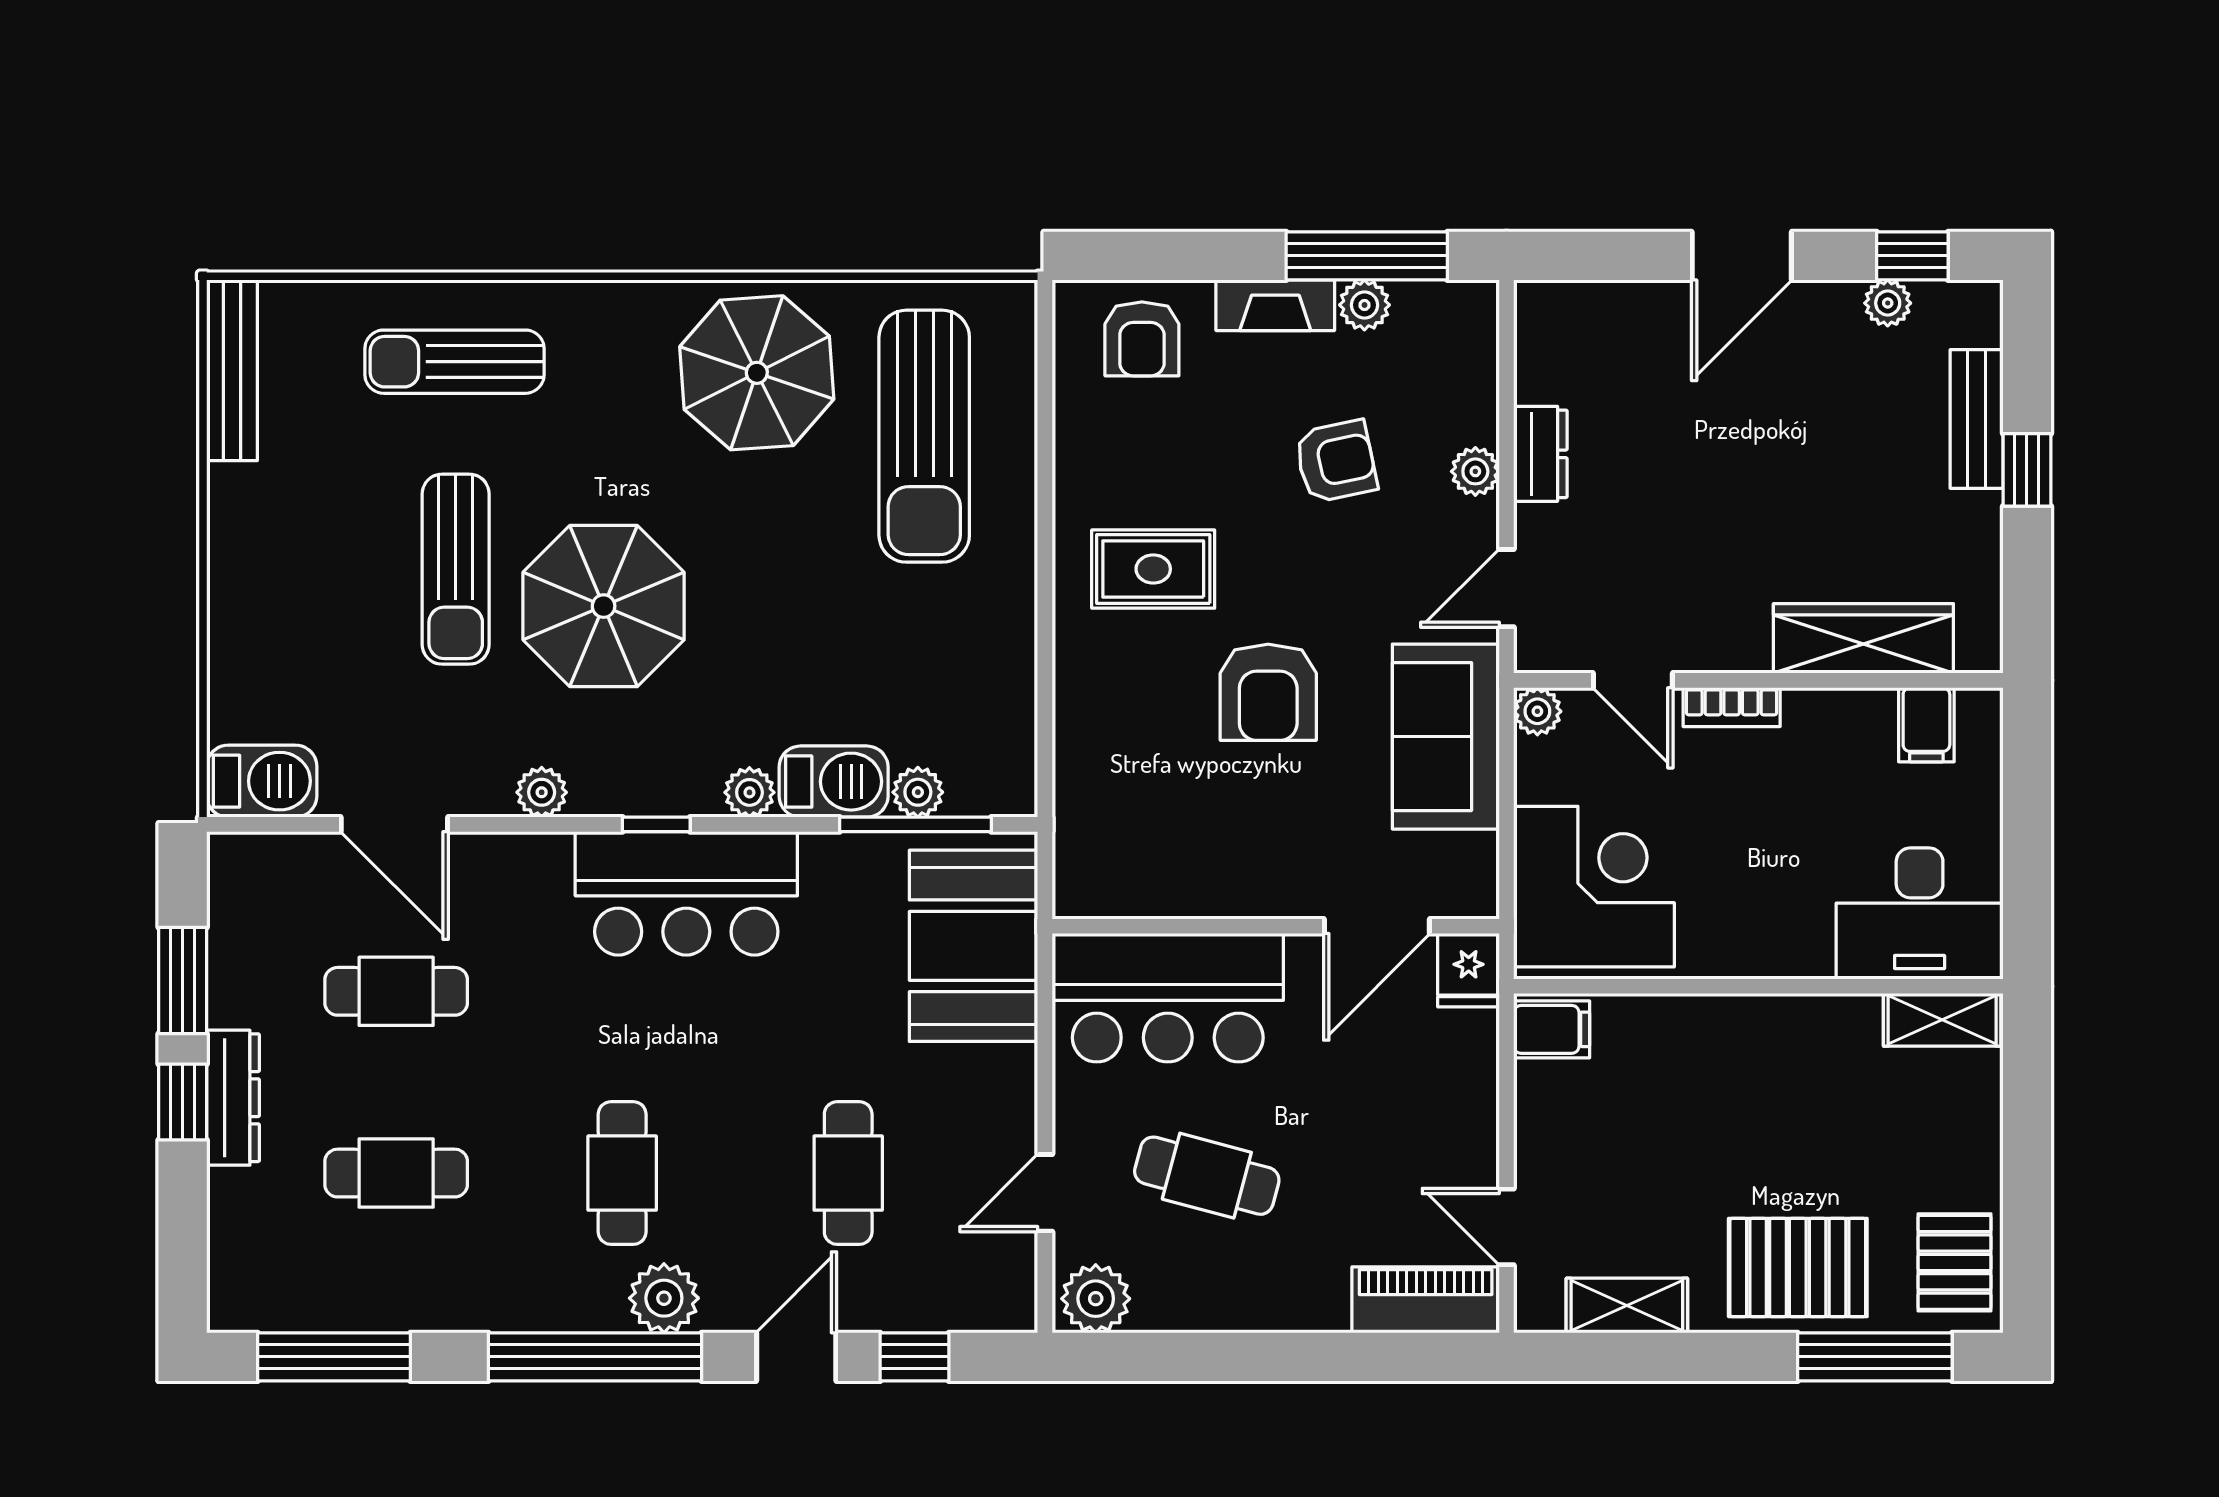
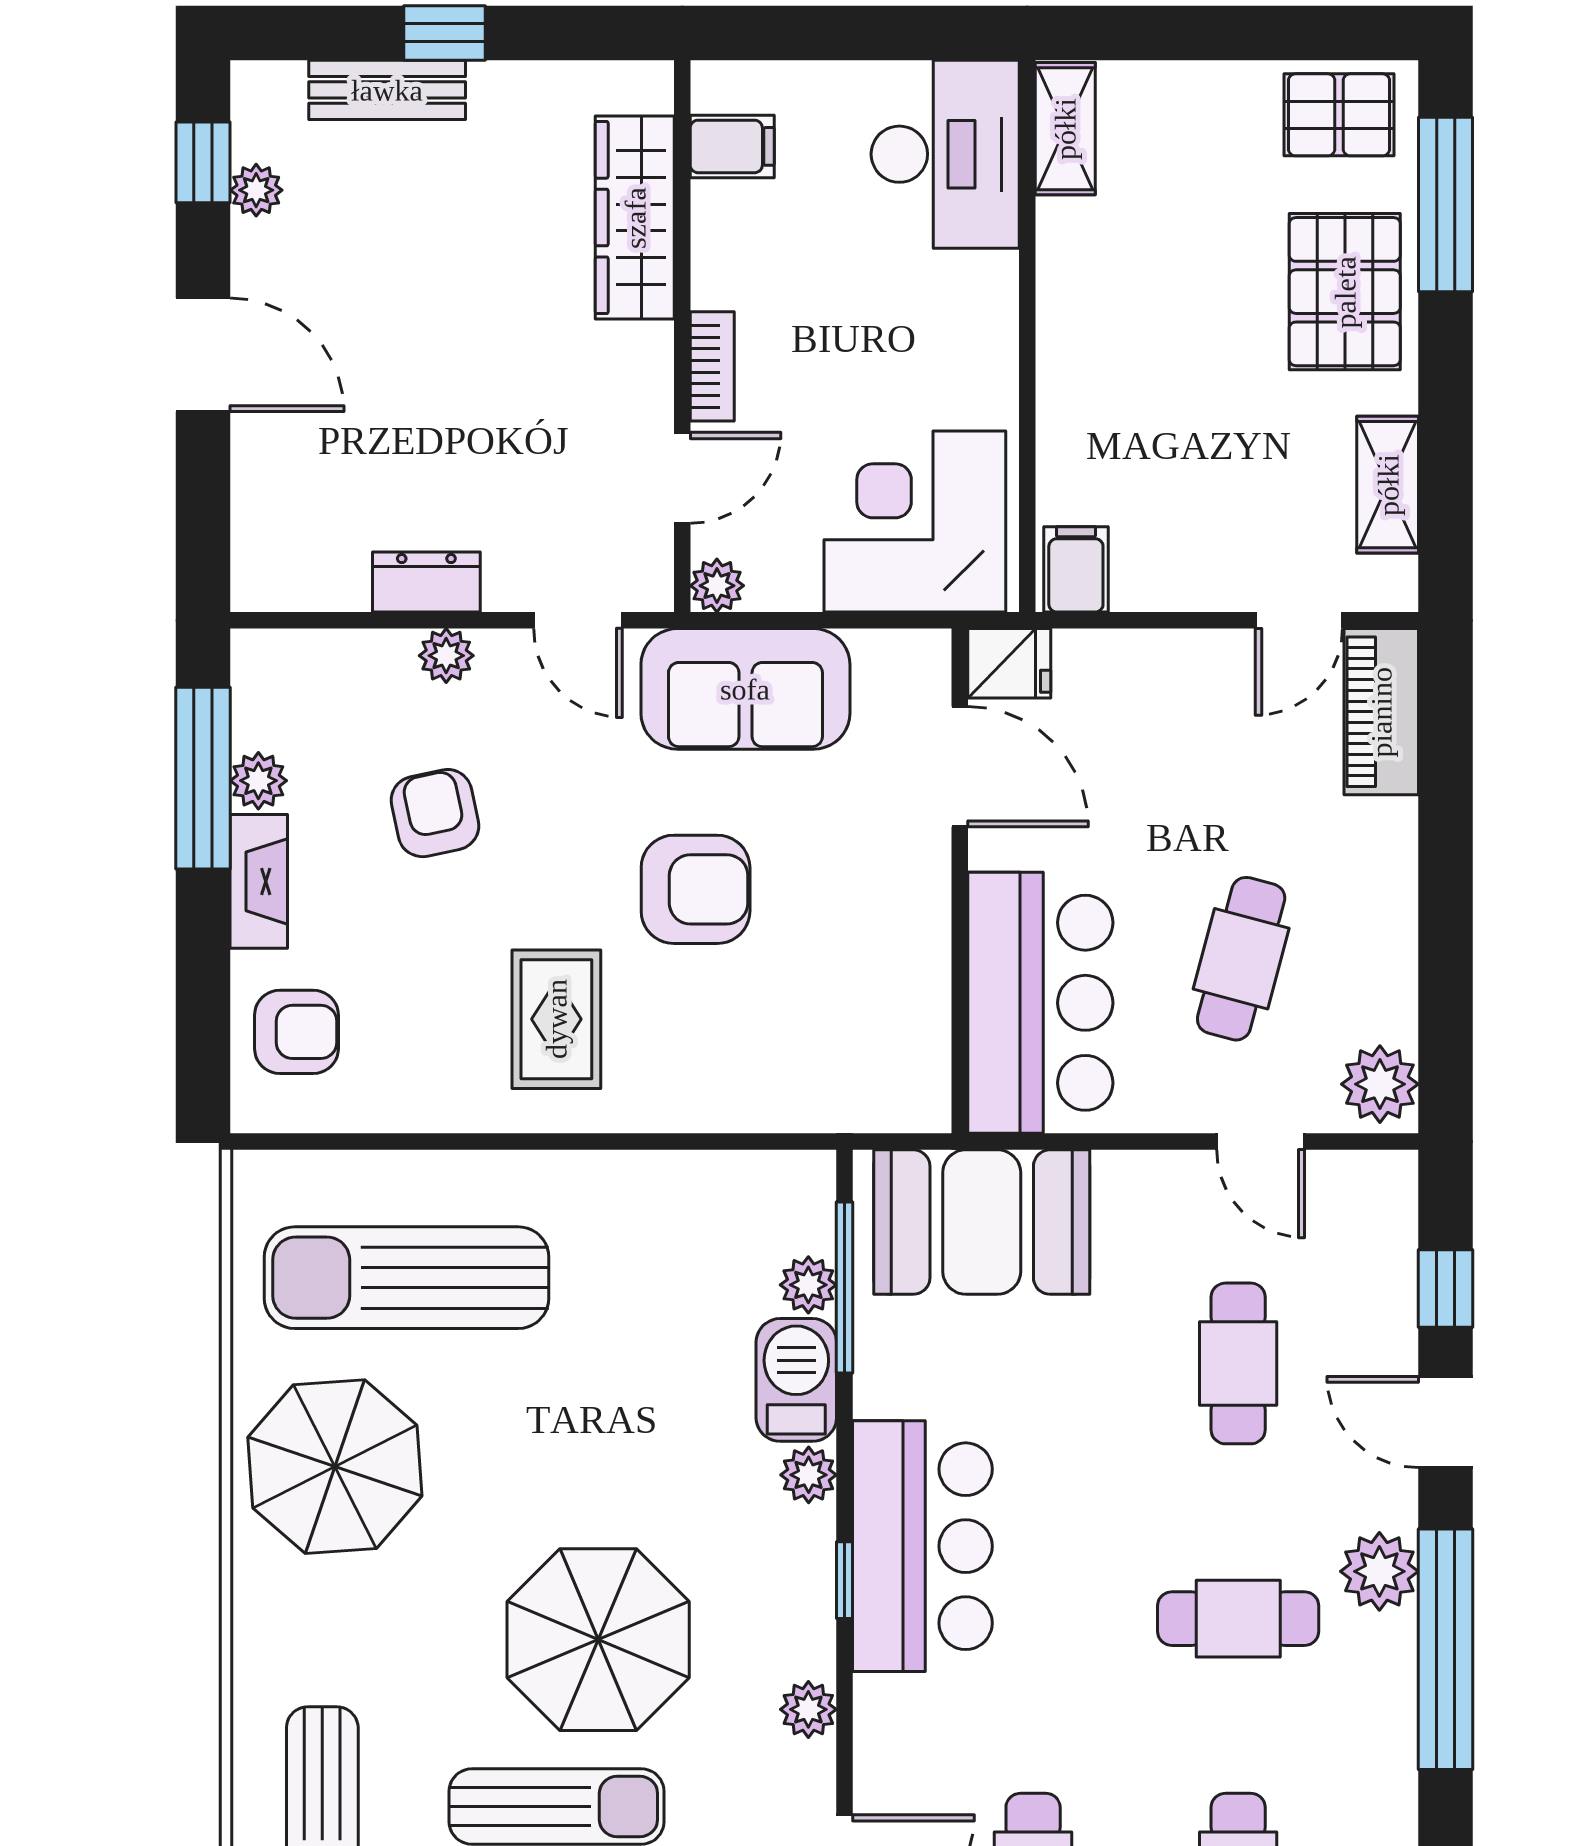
sun lounger: (924, 436) -> (406, 1278), turned 180
cafe table: (848, 1173) -> (1238, 1363), turned 90

